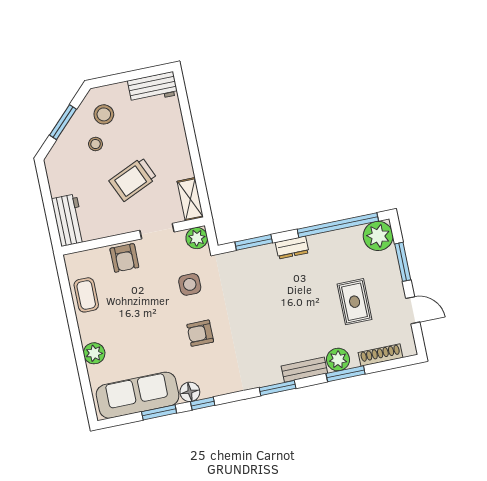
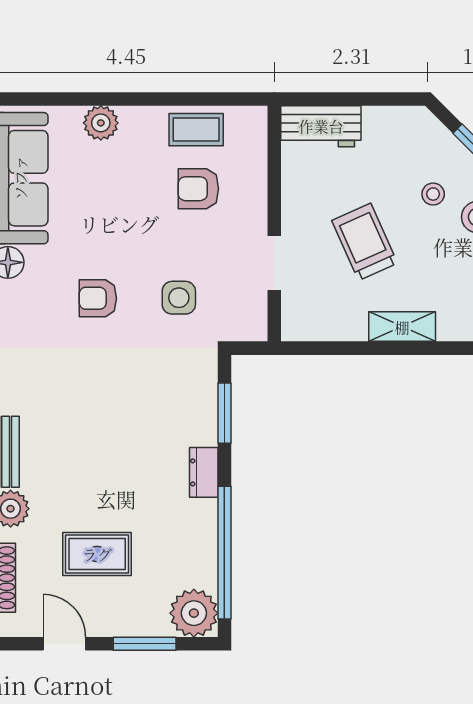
shelving: (190, 199) -> (402, 327), moved
plant: (197, 238) -> (250, 324), removed
armchair: (124, 258) -> (198, 189), moved
door: (413, 310) -> (64, 644), swing flipped
armchair: (200, 333) -> (98, 298), turned -90

